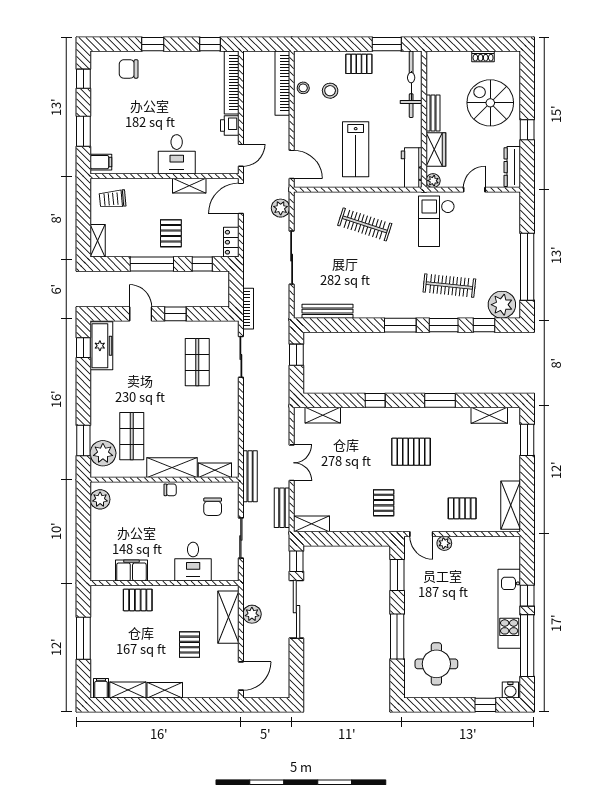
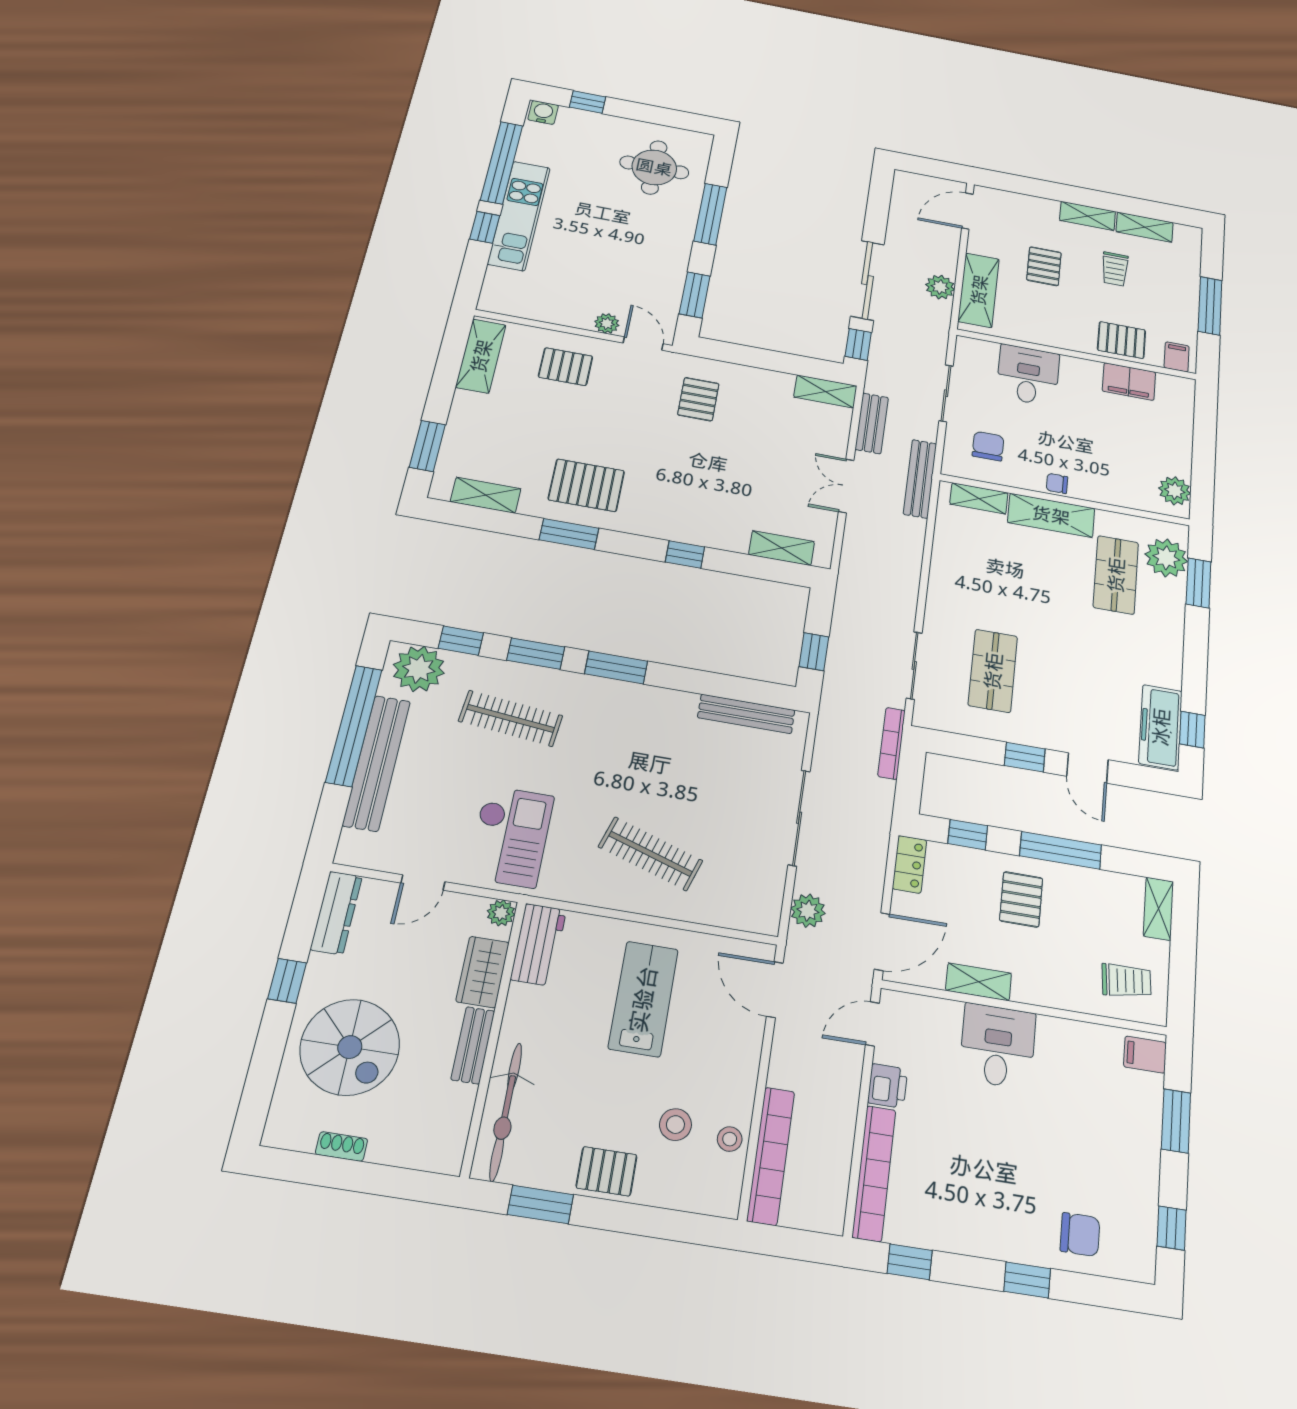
bench: (511, 249) -> (377, 763), added
pallet: (411, 452) -> (586, 485), moved
trolley: (145, 653) -> (1115, 269), added
filing cabinet: (101, 688) -> (1177, 357), moved, turned 180

